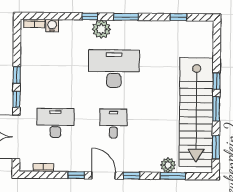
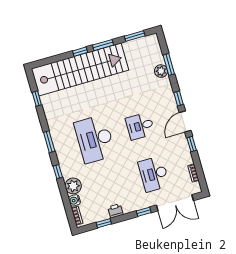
plant: (101, 29) -> (73, 186), moved
printer: (27, 68) -> (115, 211), added
window: (17, 75) -> (104, 223), moved
stairs: (196, 112) -> (80, 69), moved

